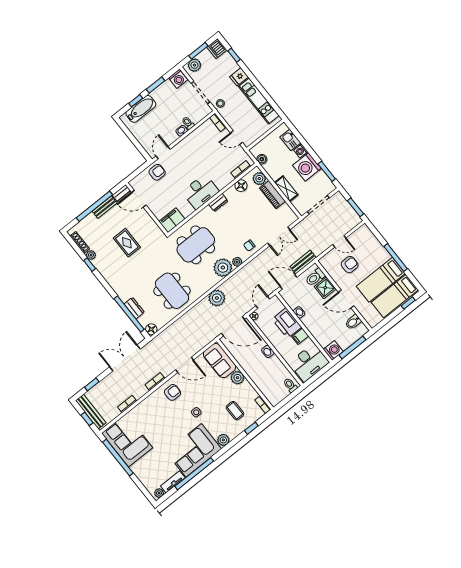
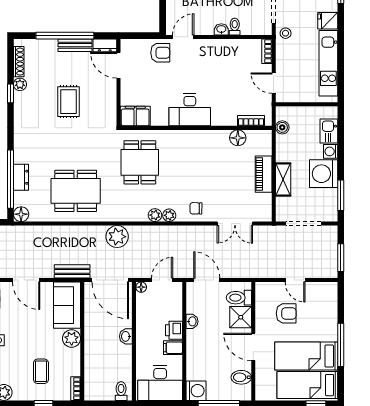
plant: (259, 179) -> (263, 146), removed
dresser: (218, 203) -> (199, 136), removed
dining table: (196, 245) -> (140, 162), width x0.73
bench: (303, 262) -> (72, 271), moved
plant: (223, 268) -> (155, 215), width x0.53, depth x0.53
dining table: (172, 291) -> (76, 191), turned 90
printer: (287, 323) -> (174, 330), width x0.53, depth x0.68

